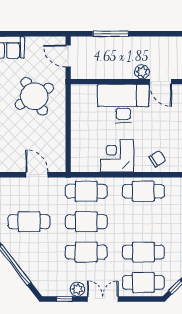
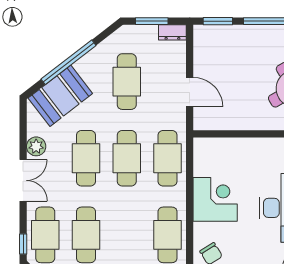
door: (37, 175) -> (190, 92), hinge flipped
booth: (40, 271) -> (60, 96), added
window: (64, 299) -> (23, 244), moved

